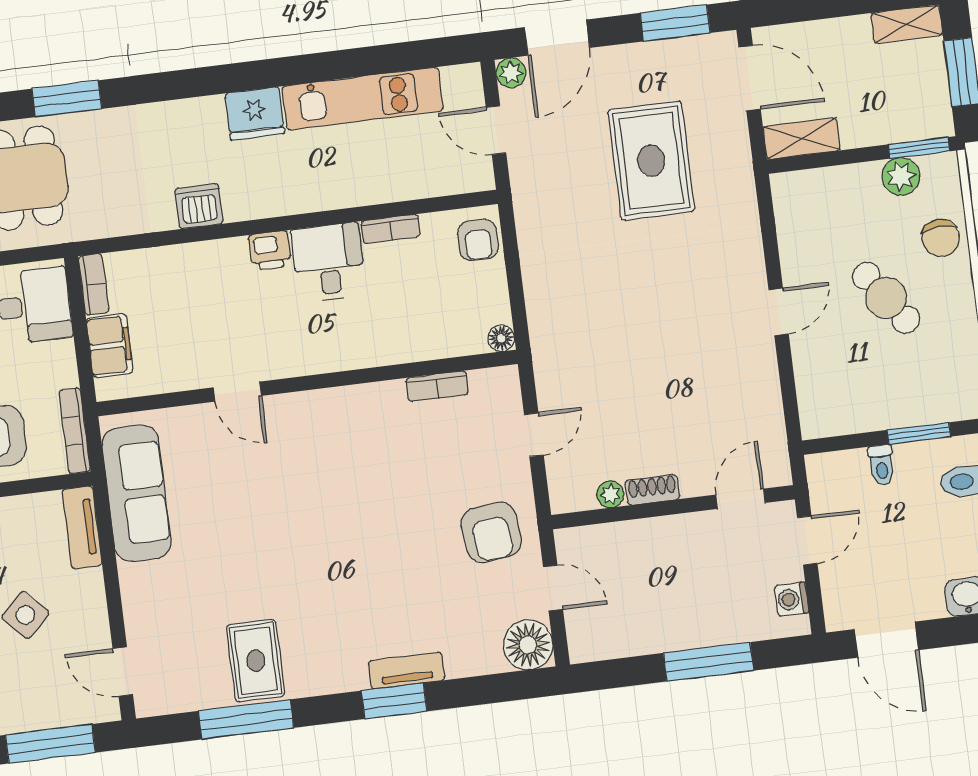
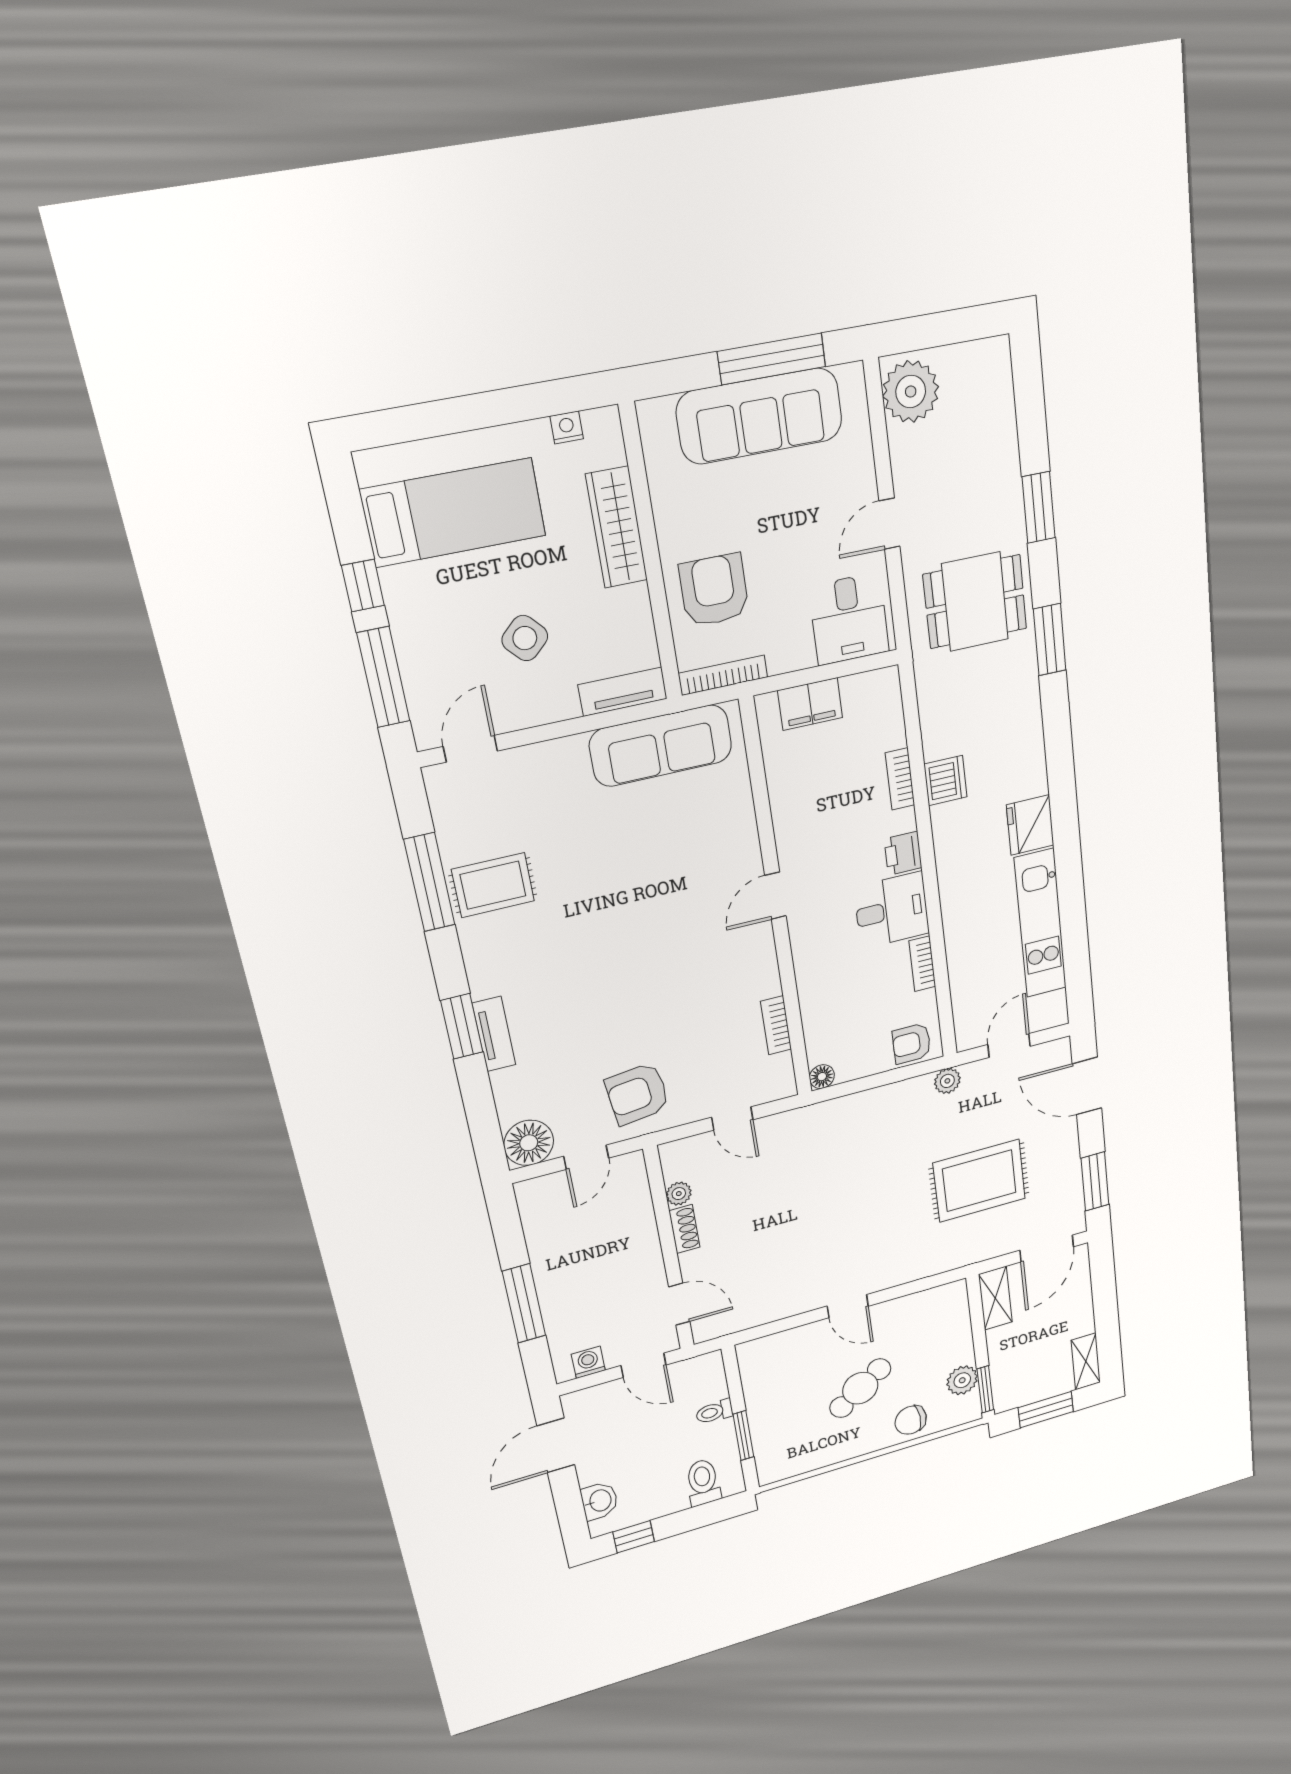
plant: (511, 73) -> (947, 1081), moved
bookcase: (94, 284) -> (900, 779), moved, turned 90
door: (237, 392) -> (775, 896), moved

